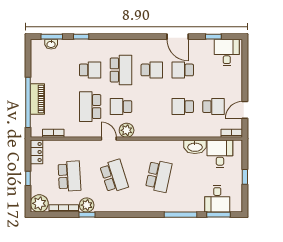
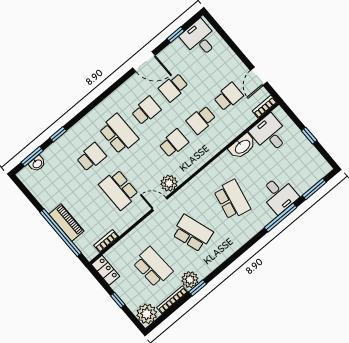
school desk: (121, 107) -> (174, 143), moved, turned 180
desk: (217, 199) -> (279, 195), moved

